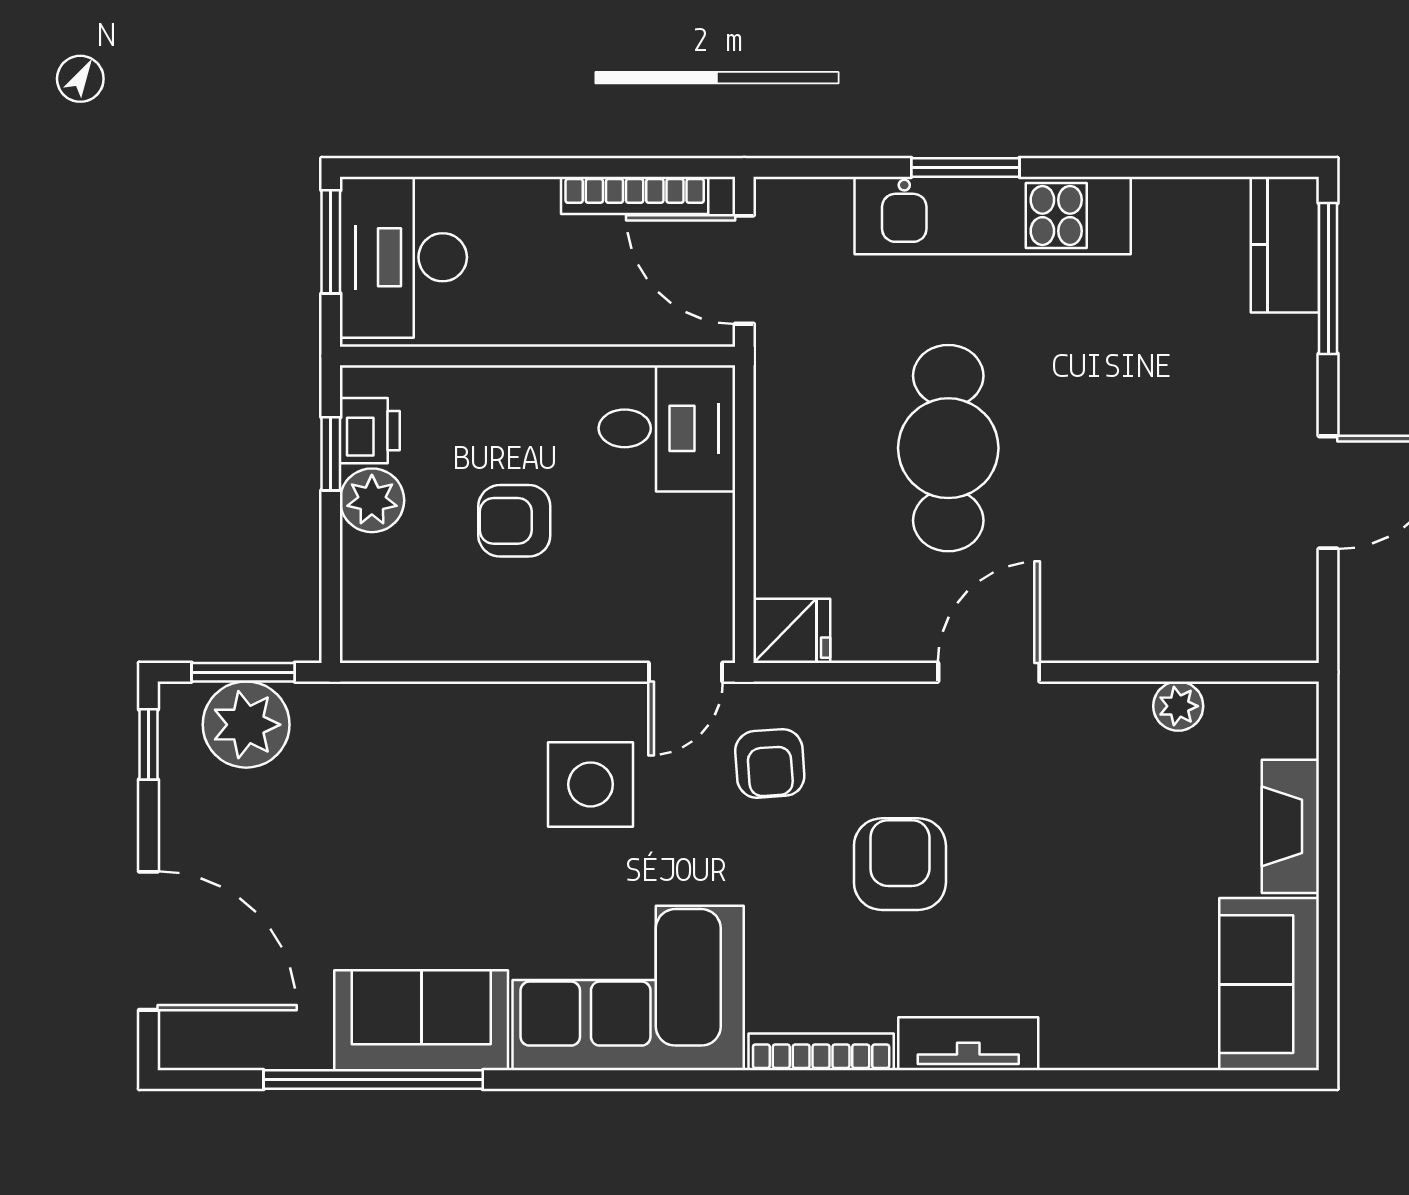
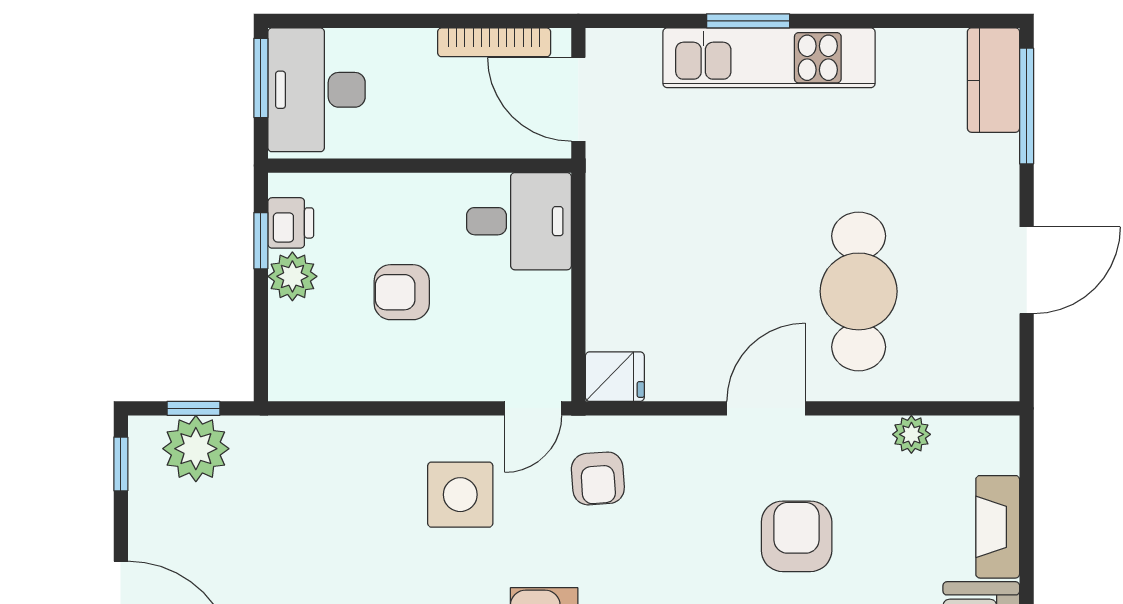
cafe table: (948, 448) -> (859, 291), moved
window: (243, 672) -> (193, 408), width x0.67
armchair: (900, 864) -> (797, 536), moved

